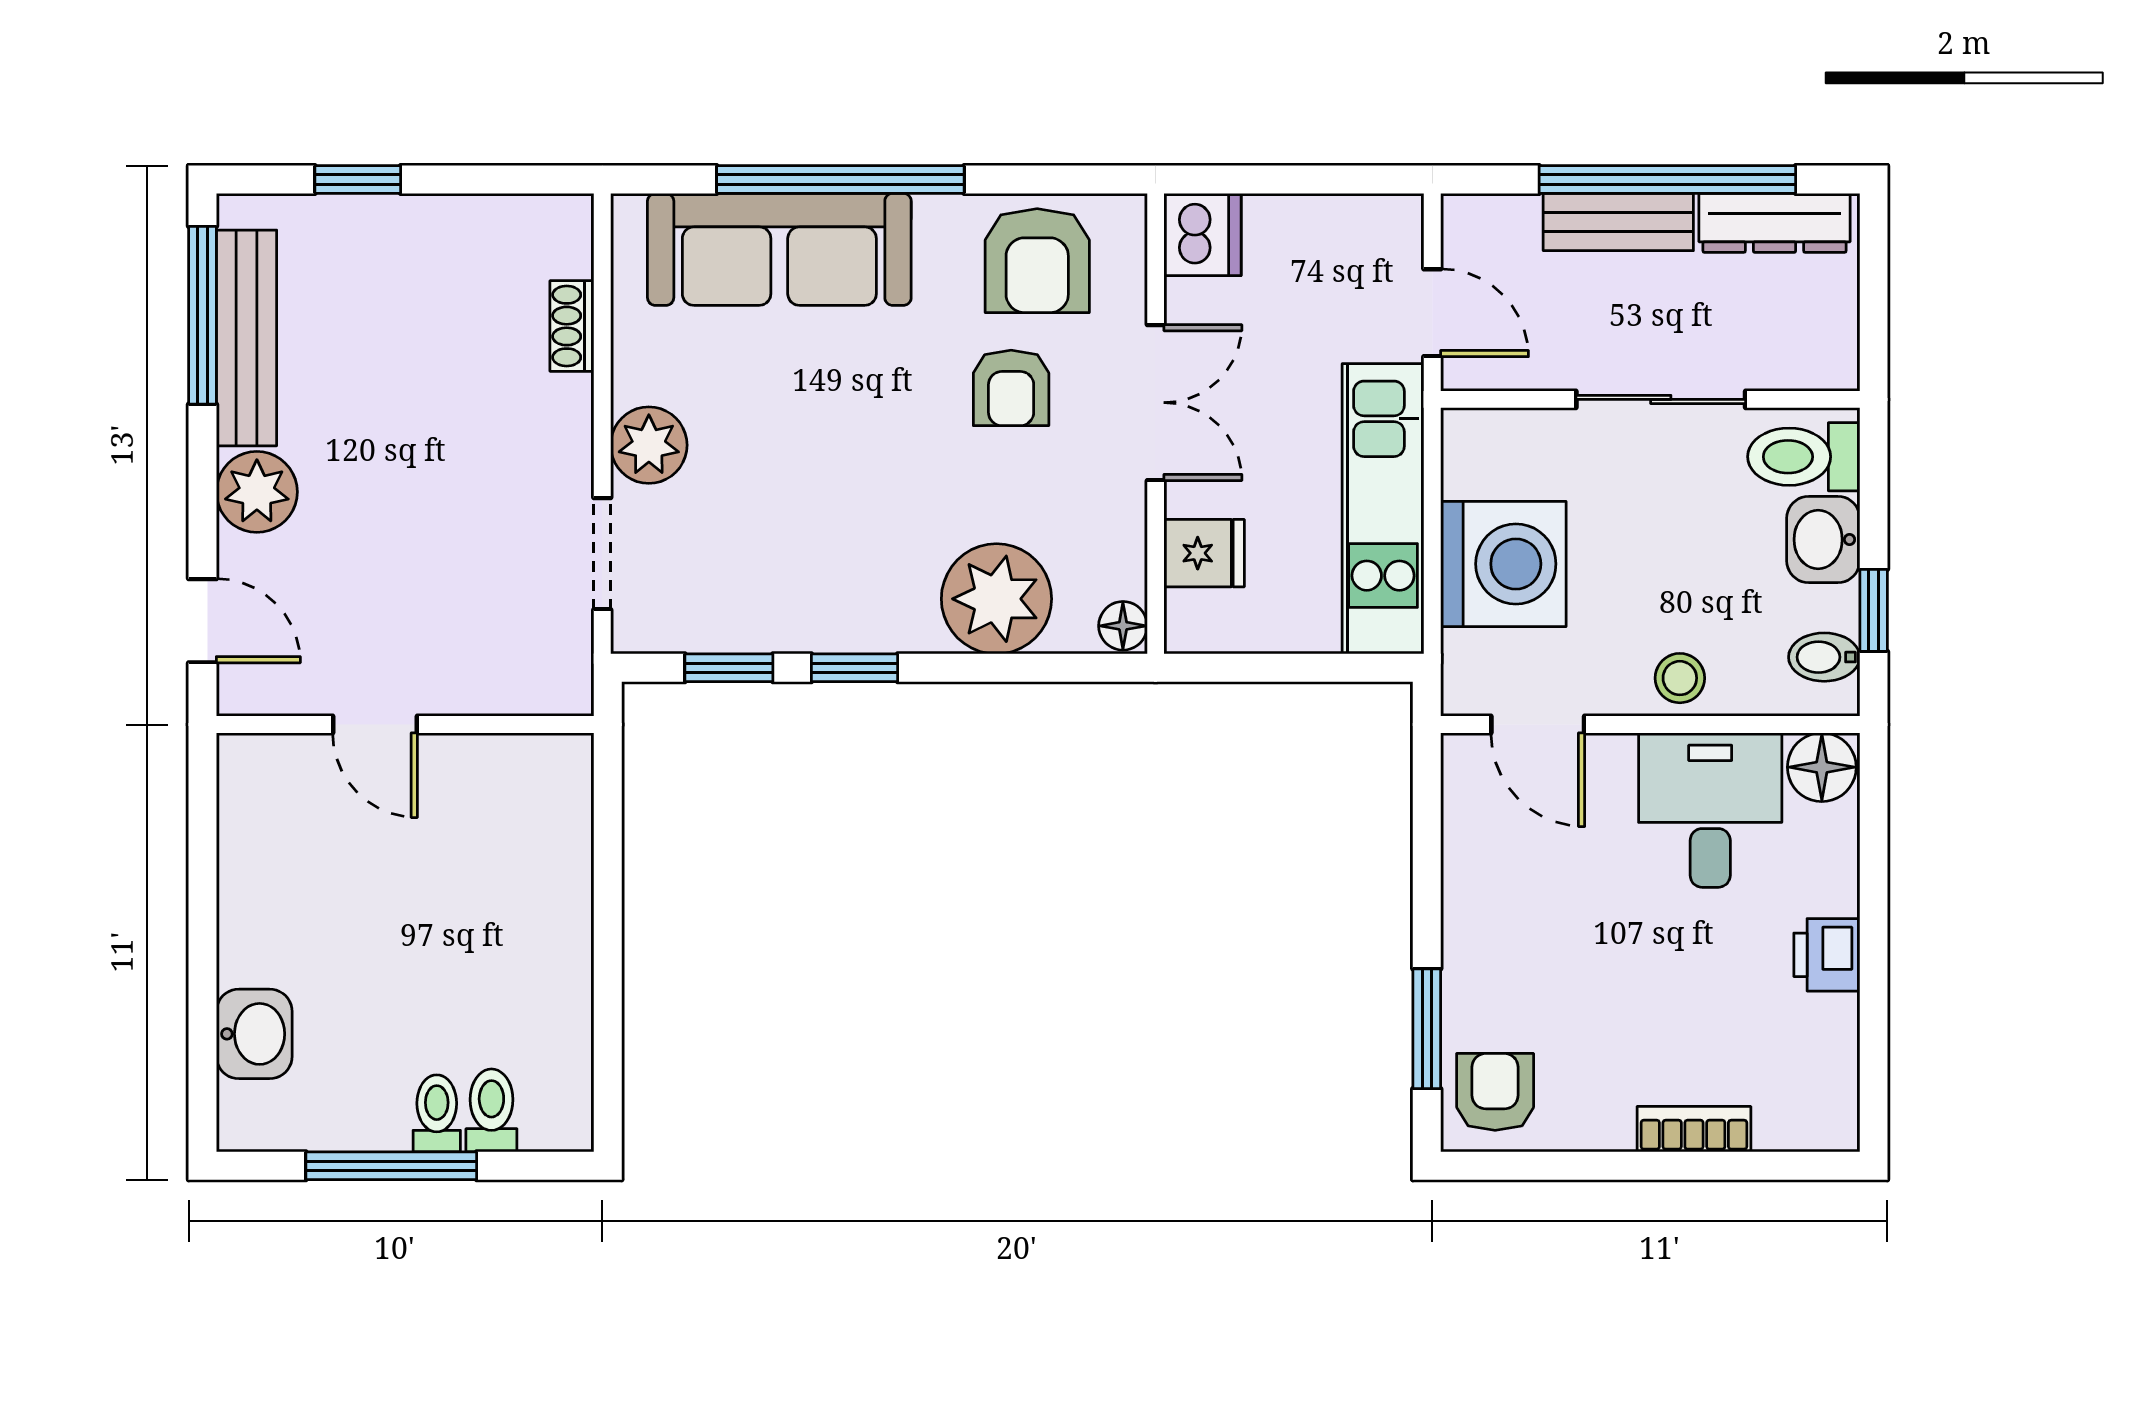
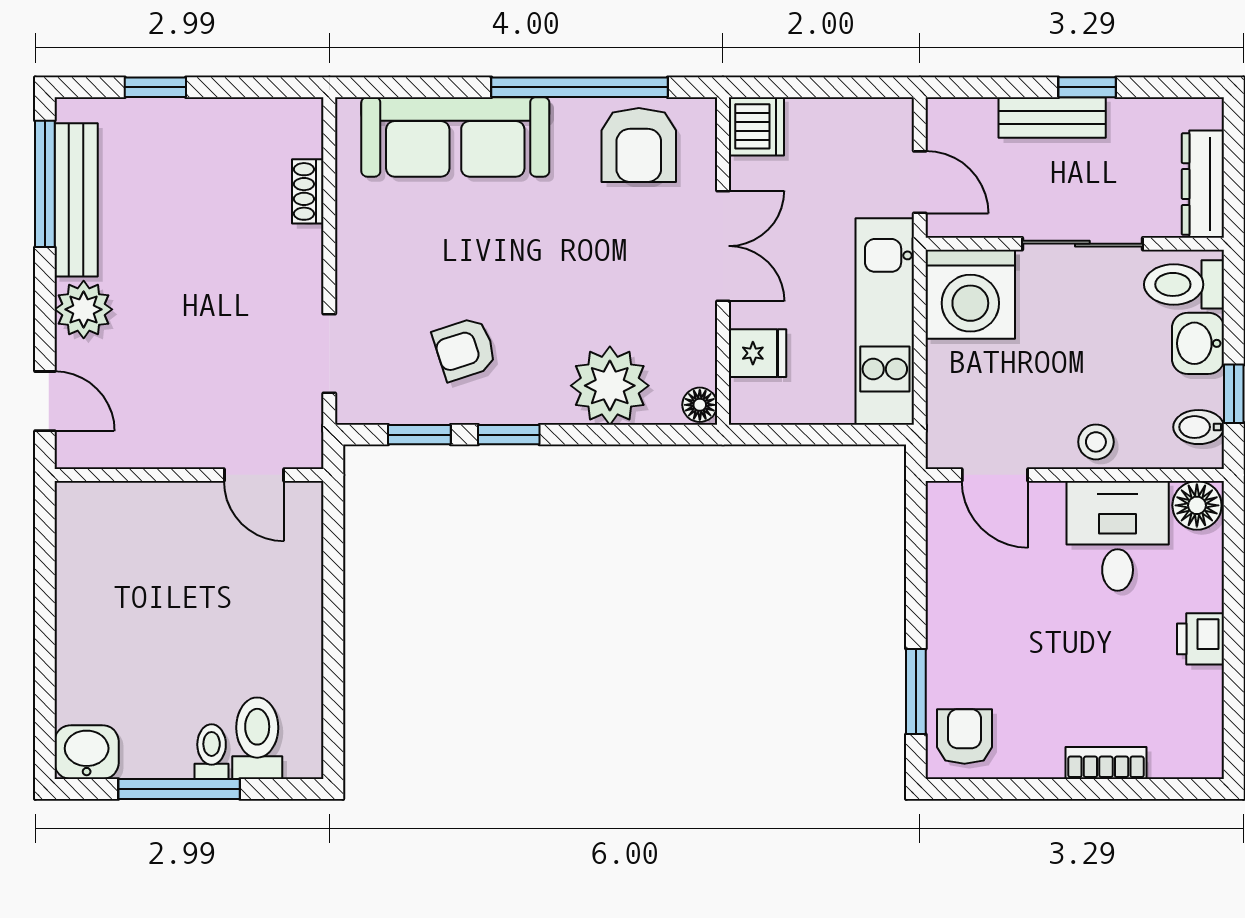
window: (840, 179) -> (580, 87), moved
window: (1667, 179) -> (1087, 87), width x0.32
dresser: (1775, 223) -> (1203, 184), moved, turned 90
armchair: (1011, 388) -> (465, 349), moved, turned 72
plant: (649, 445) -> (362, 276), removed
washing machine: (1503, 564) -> (970, 294), moved, turned 90
door: (375, 725) -> (254, 475), moved
washbasin: (254, 1034) -> (87, 752), moved, turned -90
toilet: (491, 1110) -> (257, 738), width x1.37, depth x1.39

